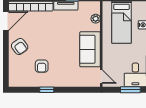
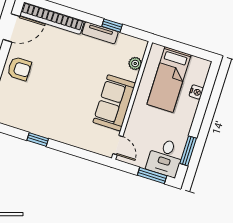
armchair: (20, 47) -> (19, 69), turned -54
armchair: (42, 66) -> (41, 105), removed

